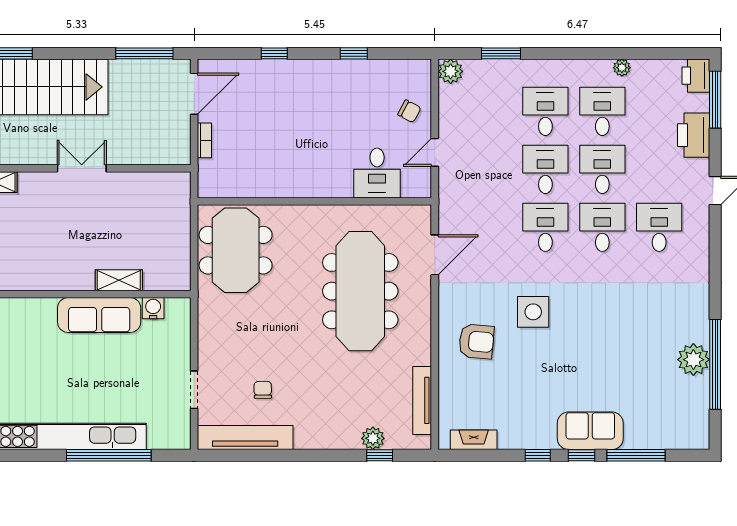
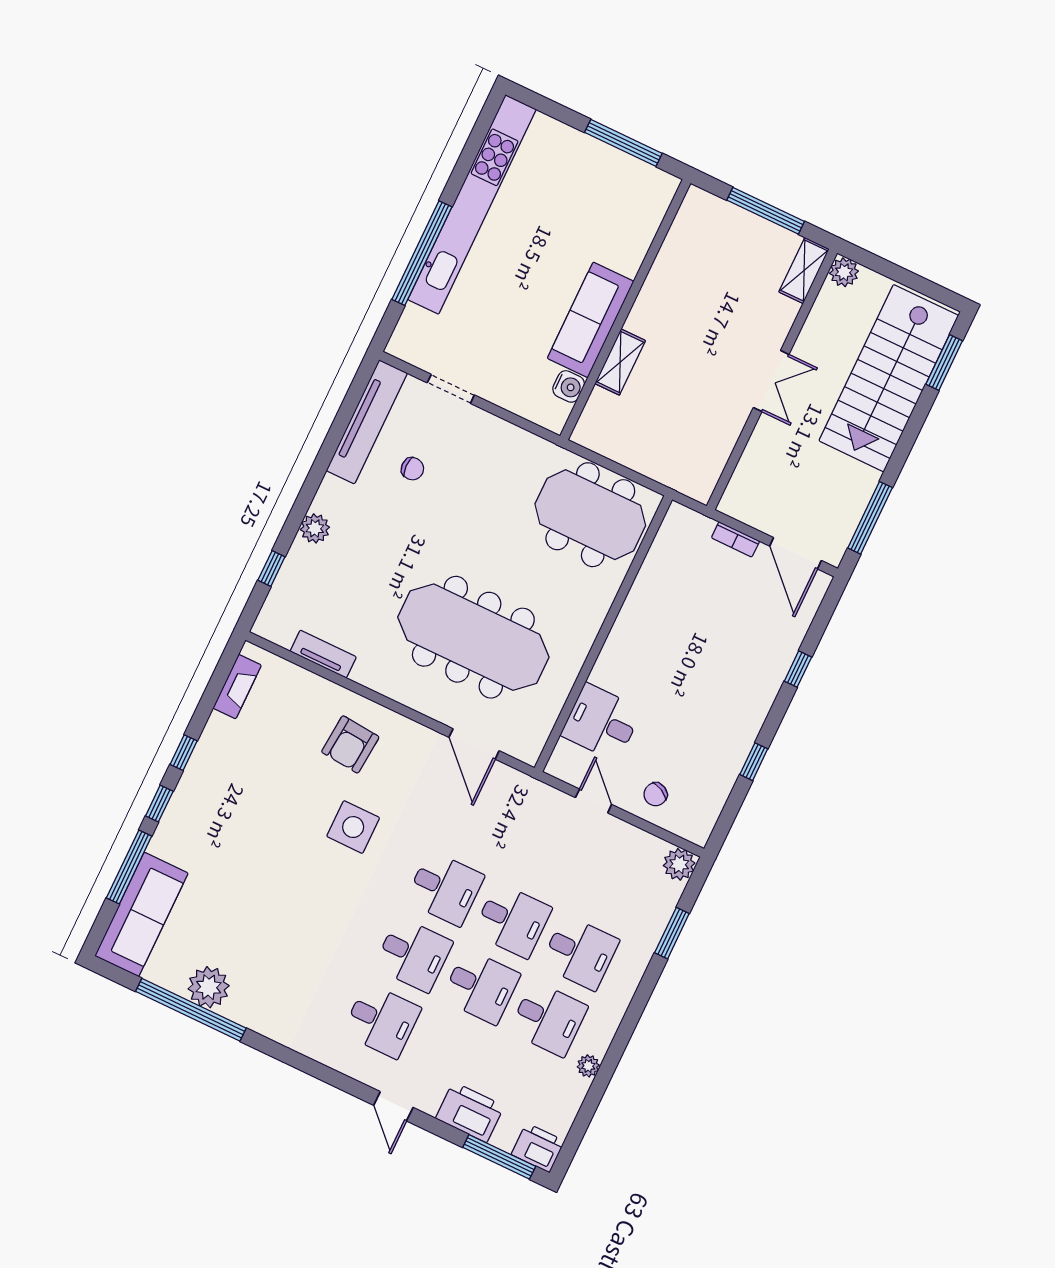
tv unit: (422, 400) -> (323, 654), width x0.71
sofa: (590, 431) -> (141, 914), moved, width x1.36
plant: (373, 438) -> (315, 528), moved

